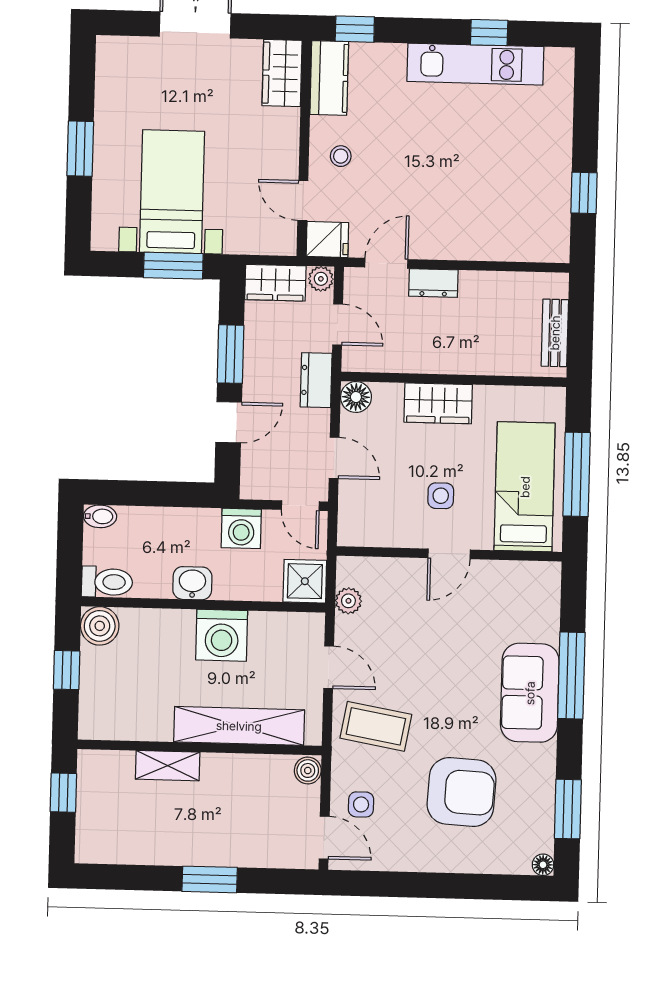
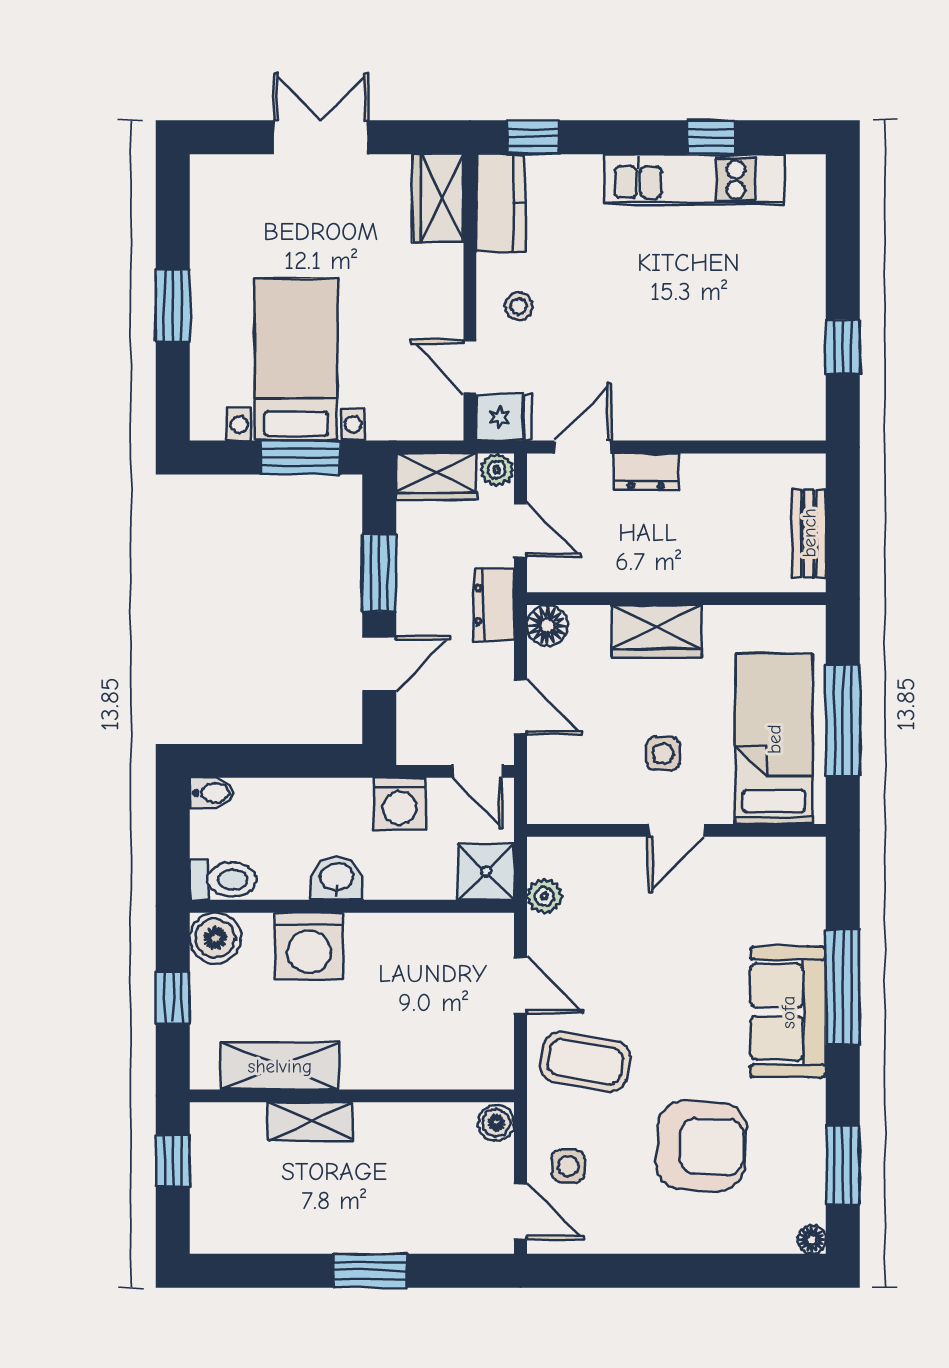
washing machine: (222, 635) -> (309, 946), moved
shelving: (239, 726) -> (280, 1066), moved, width x0.68

